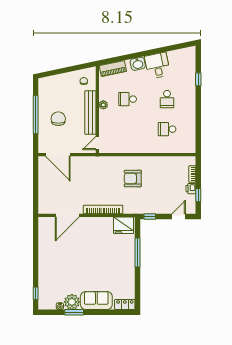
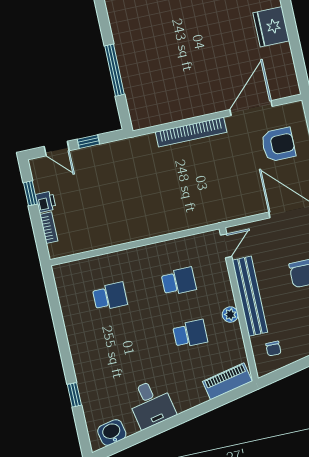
washbasin: (138, 64) -> (112, 433), moved
school desk: (167, 99) -> (179, 281), moved, turned 90
armchair: (133, 179) -> (278, 145), moved
window: (150, 216) -> (88, 142), moved
door: (179, 216) -> (57, 149), hinge flipped
fridge: (124, 225) -> (271, 27), moved, turned -90

